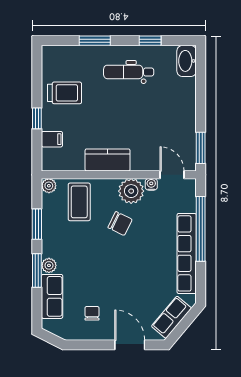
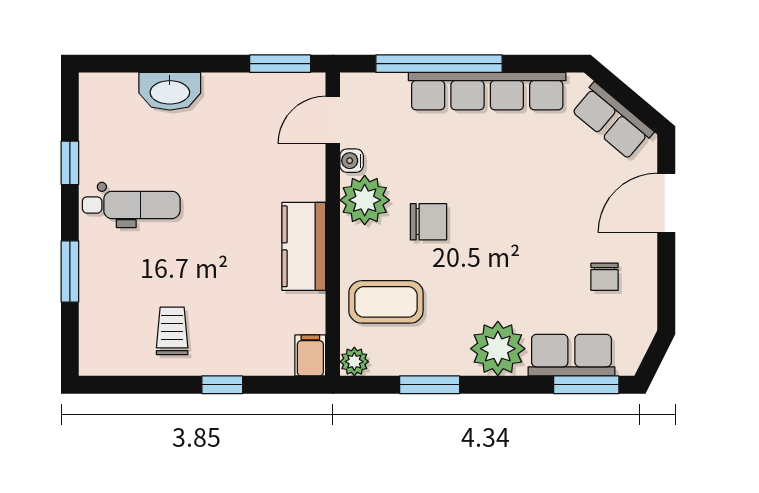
washbasin: (187, 61) -> (170, 91), moved
dental chair: (129, 72) -> (131, 205), turned -90
trolley: (65, 93) -> (172, 331), width x0.73, depth x0.72
filing cabinet: (52, 139) -> (310, 355), moved
chair: (120, 224) -> (428, 222), turned 64
plant: (49, 265) -> (498, 349), width x1.88, depth x1.88
window: (37, 270) -> (586, 385), moved
chair: (92, 313) -> (605, 277), turned -90

